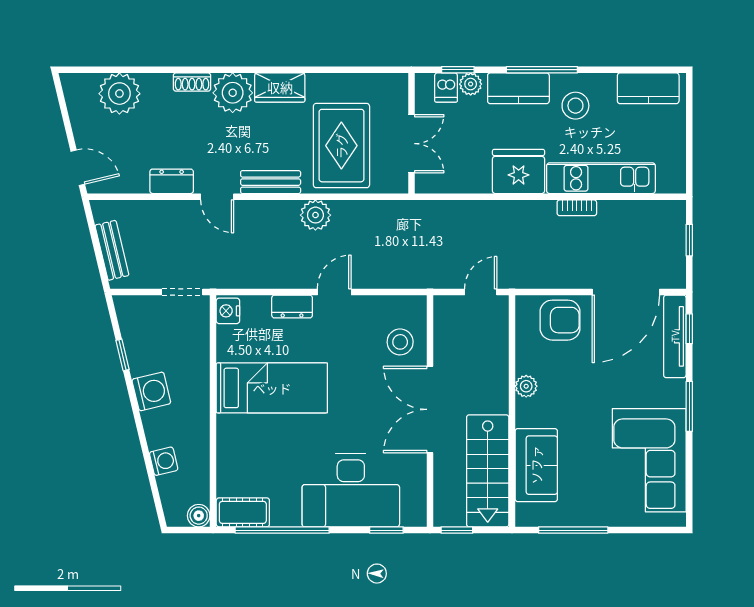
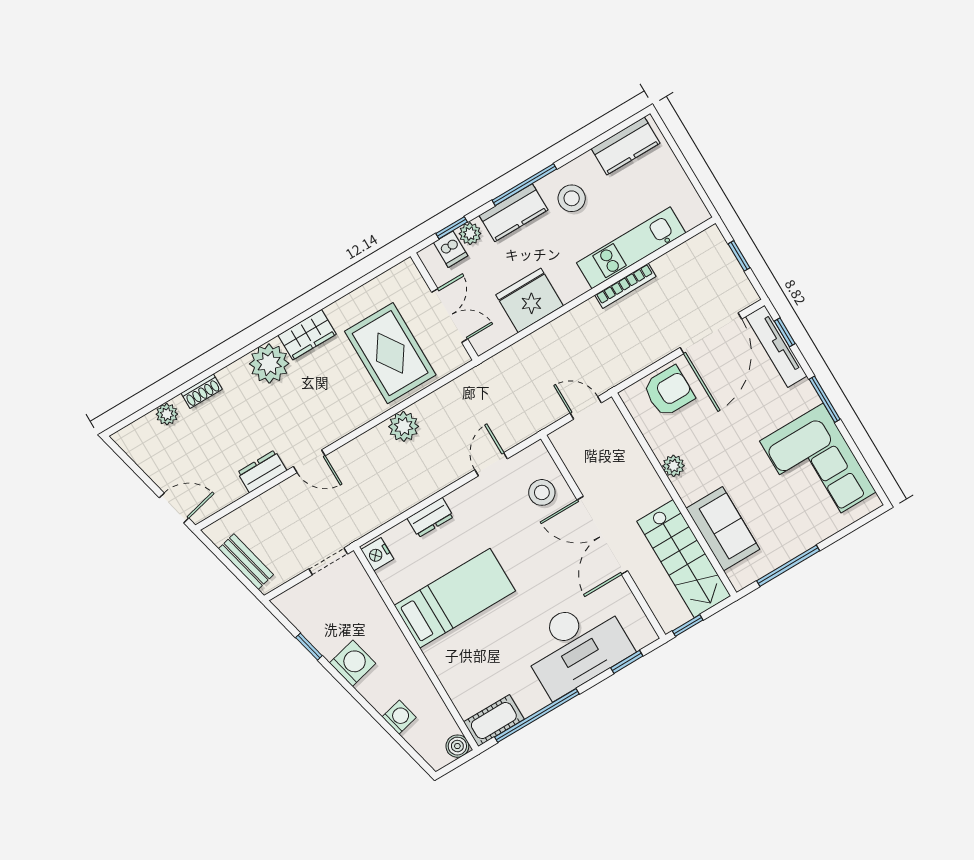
shoe rack: (192, 82) -> (202, 391), moved
plant: (119, 94) -> (167, 414), width x0.53, depth x0.53
fridge: (519, 171) -> (530, 300), moved
bench: (271, 182) -> (348, 421), removed
bookcase: (577, 208) -> (625, 286), width x1.56
door: (334, 292) -> (491, 464), moved
door: (481, 292) -> (586, 408), hinge flipped

